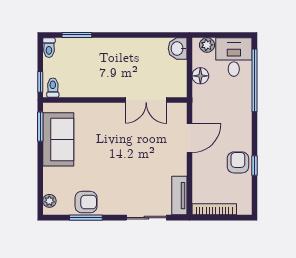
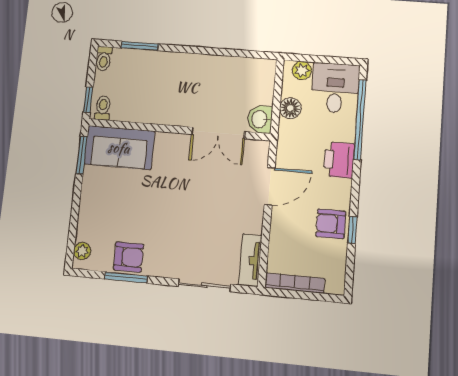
washbasin: (178, 48) -> (260, 119), moved
printer: (241, 113) -> (339, 160), added
sofa: (58, 139) -> (119, 148), moved, turned 90
armchair: (238, 162) -> (331, 224), turned -90

